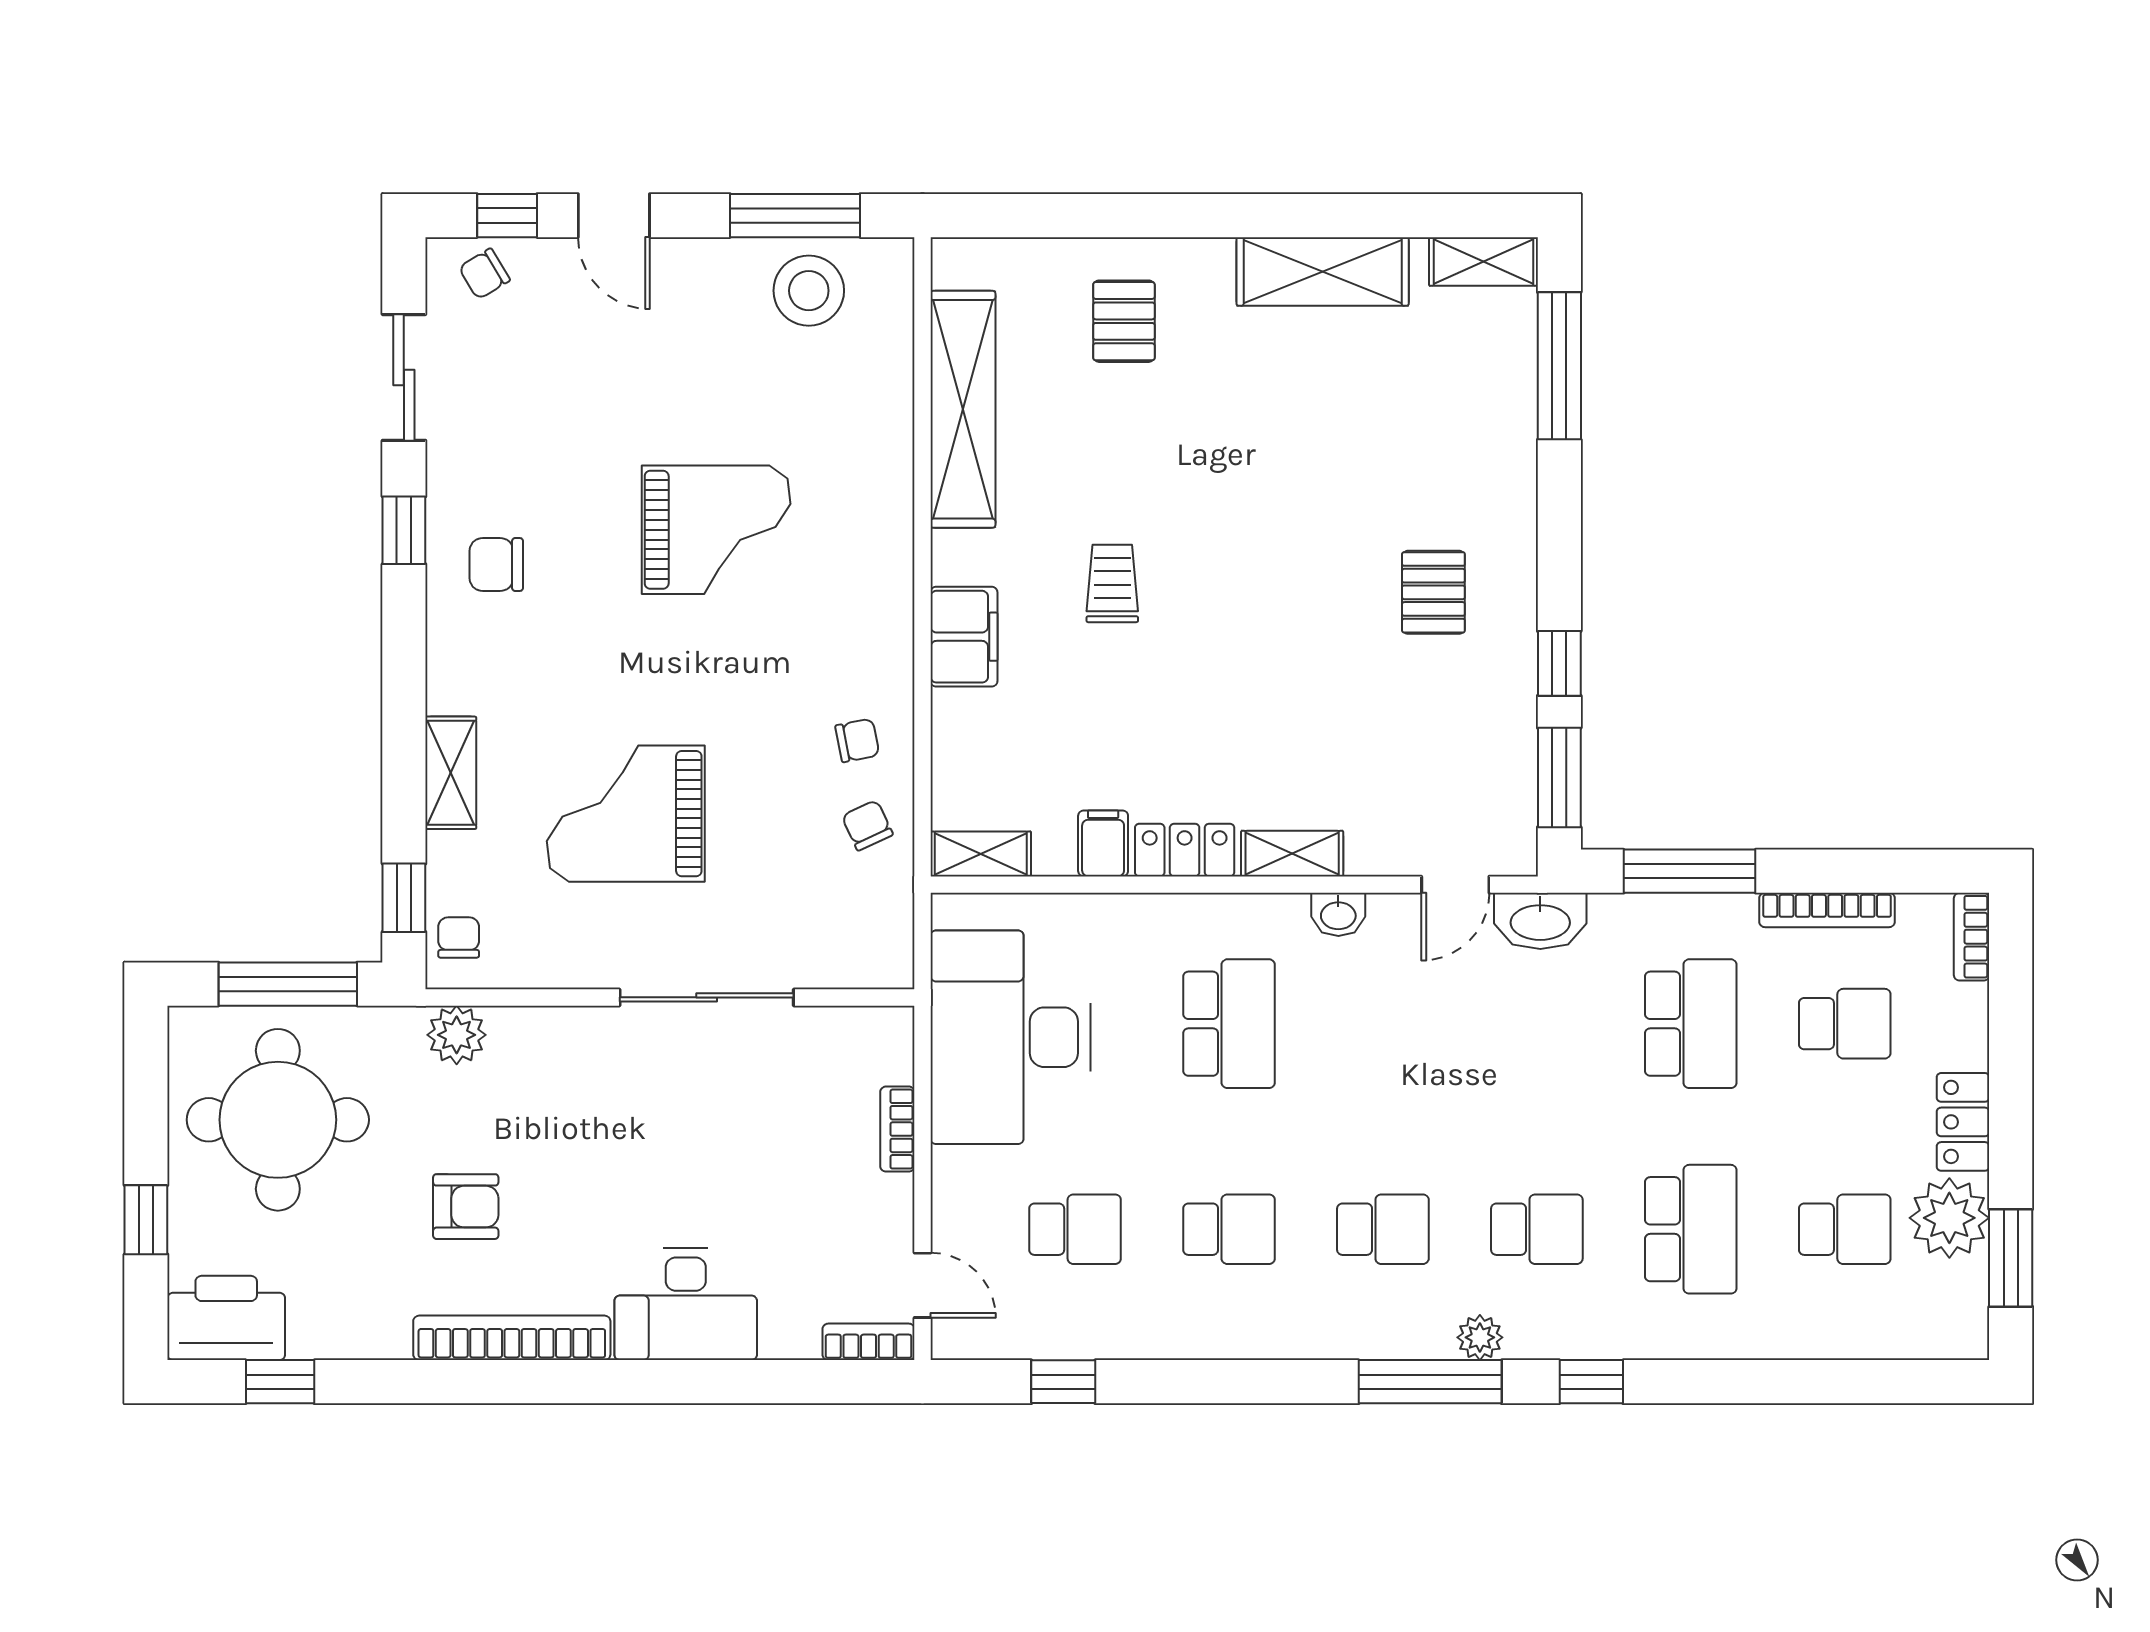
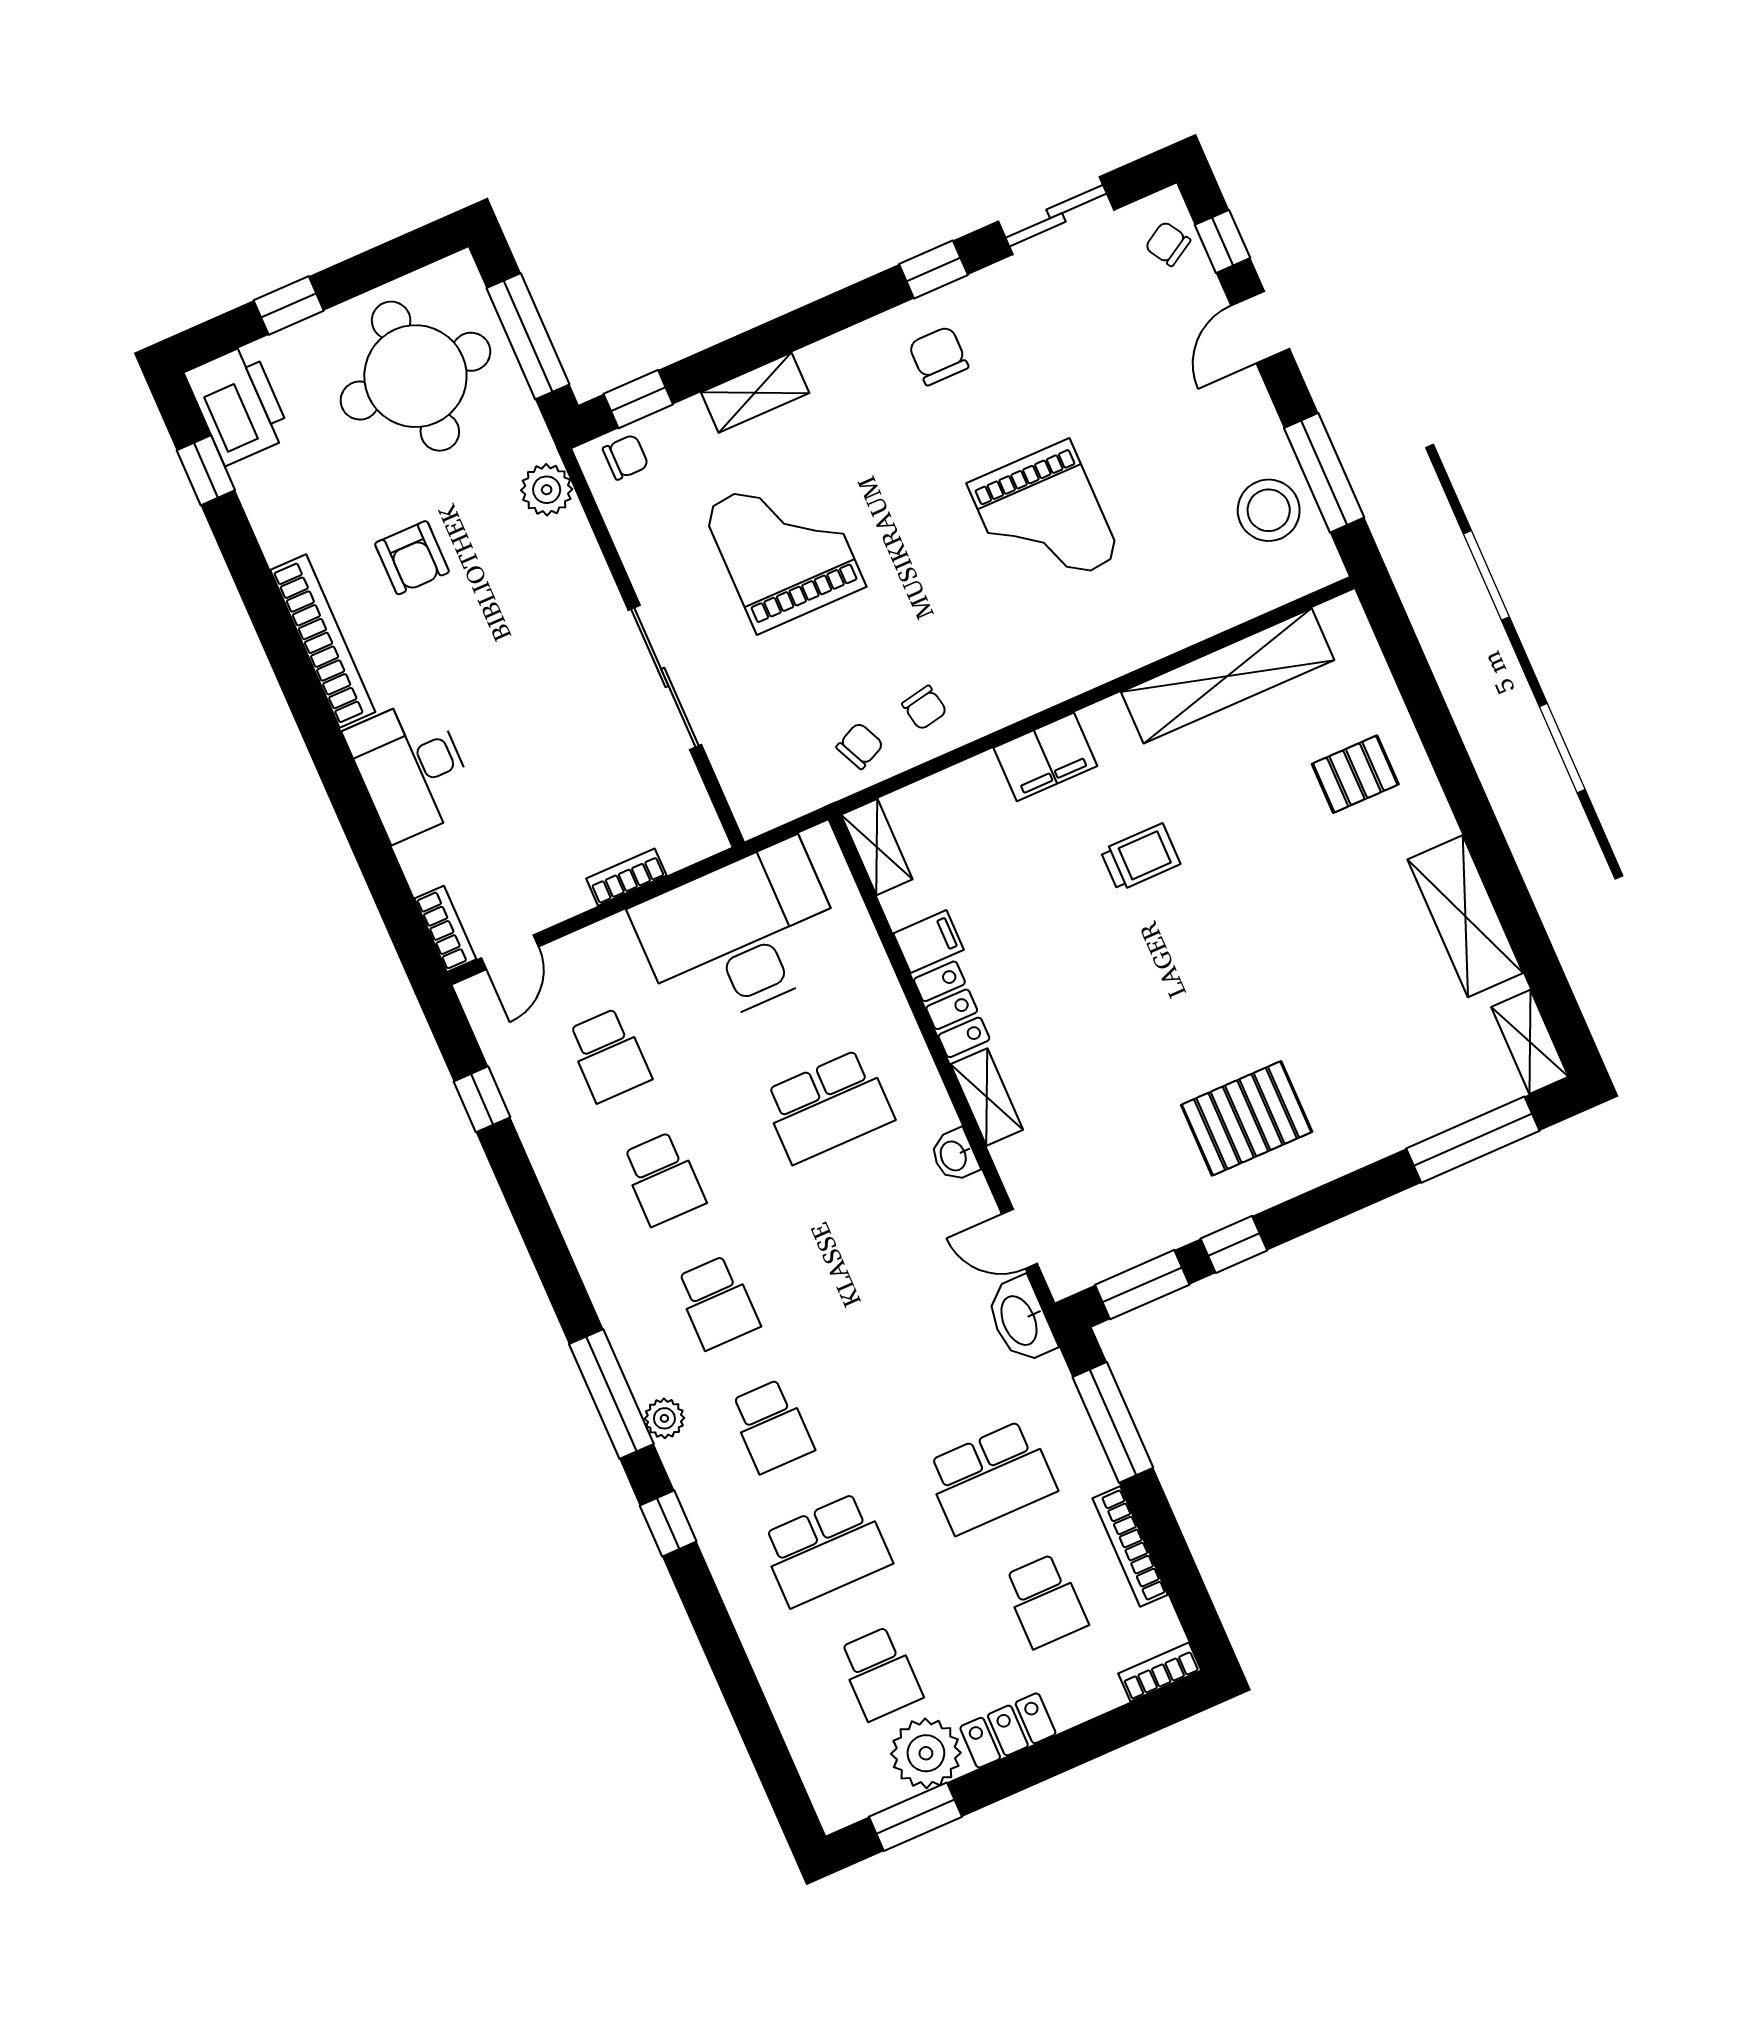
pallet: (1433, 592) -> (1247, 1118), width x1.50, depth x1.42

